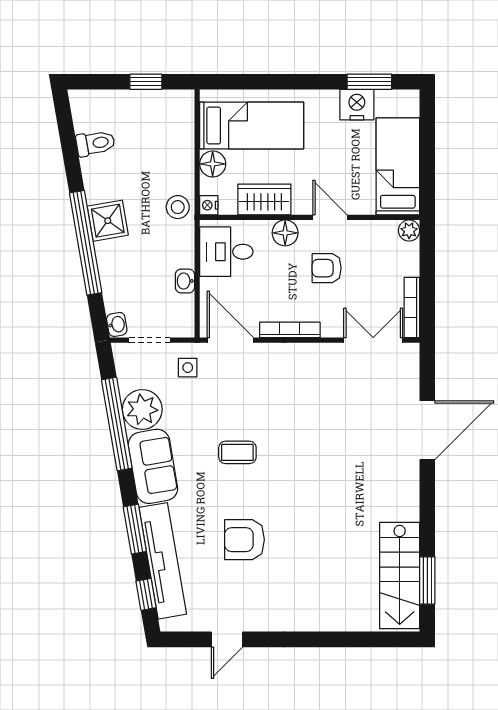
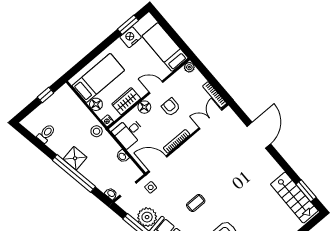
armchair: (327, 268) -> (171, 107), turned 90

